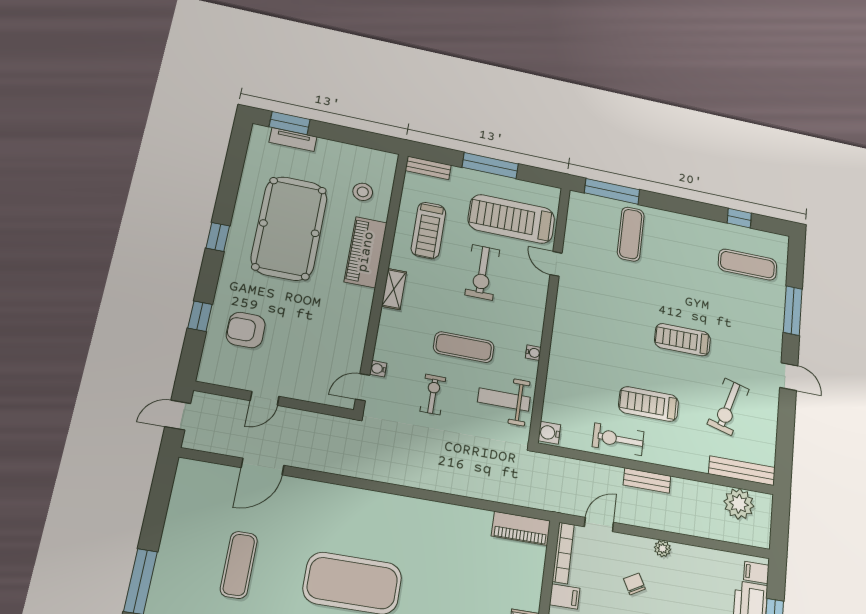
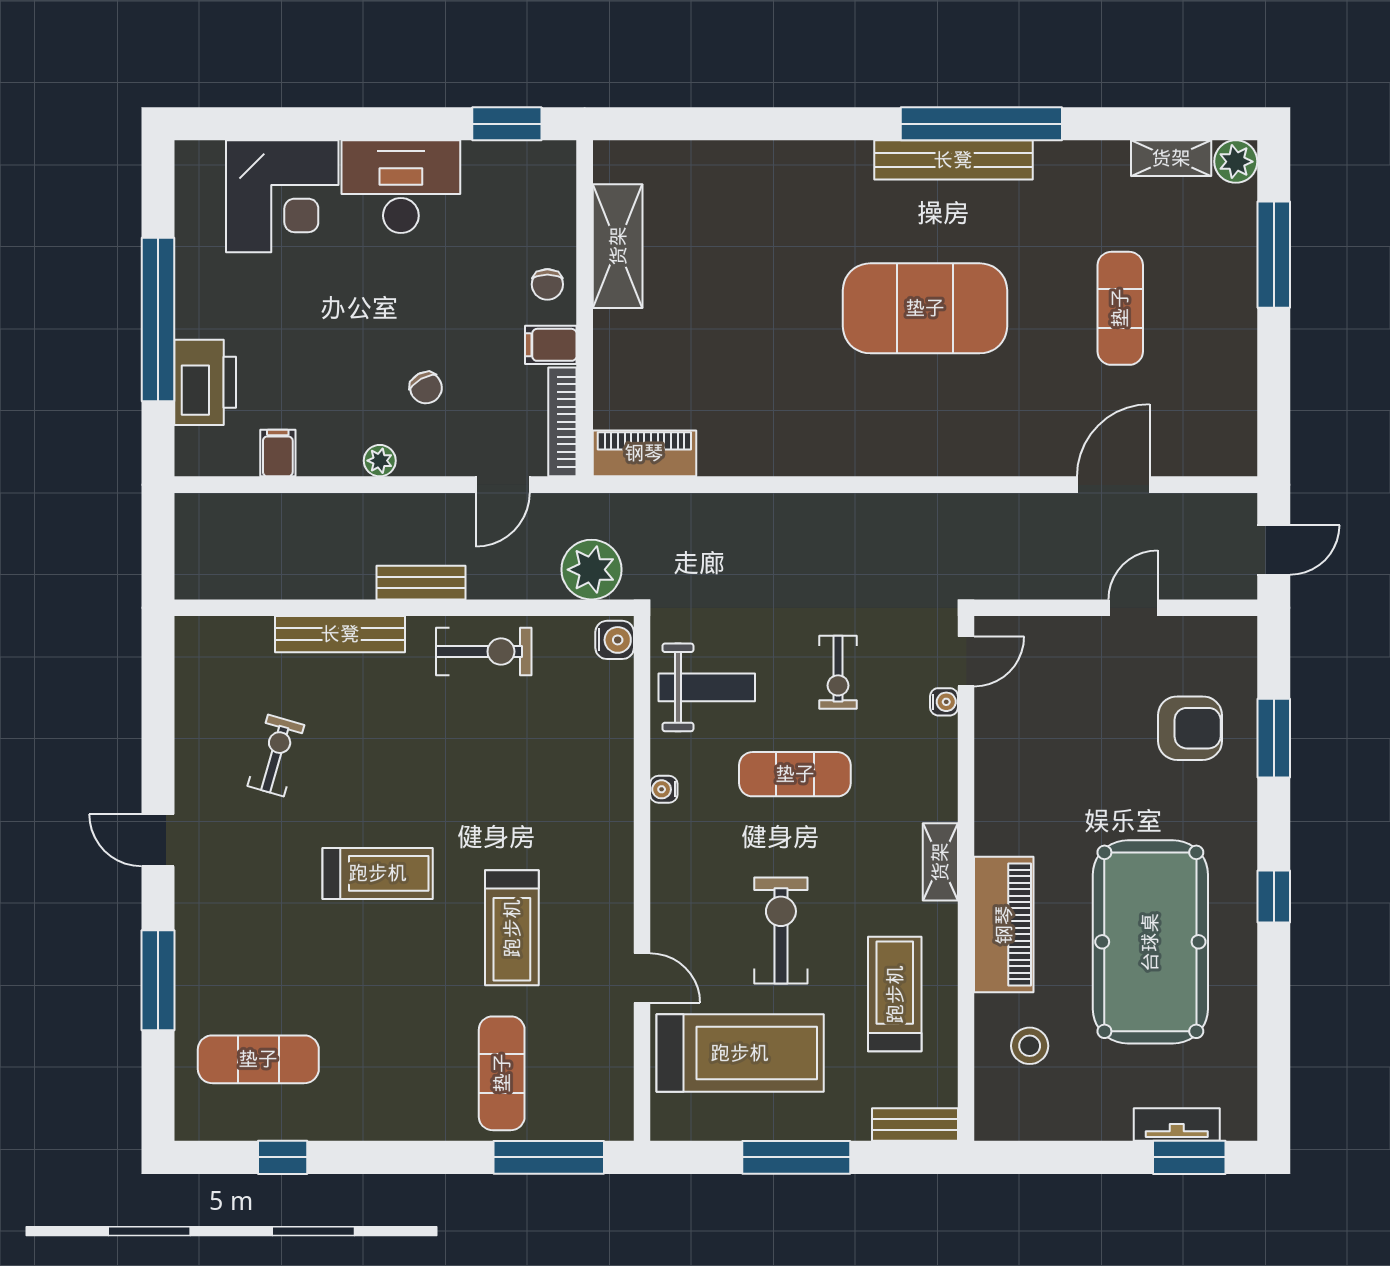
window: (200, 316) -> (1274, 738), width x1.50
treadmill: (649, 404) -> (512, 928), moved, turned 90
exercise bike: (728, 407) -> (276, 755), width x0.73, depth x0.72
bench: (742, 471) -> (340, 634), moved
plant: (739, 504) -> (591, 570), moved
filing cabinet: (756, 573) -> (278, 453), moved, turned -90

